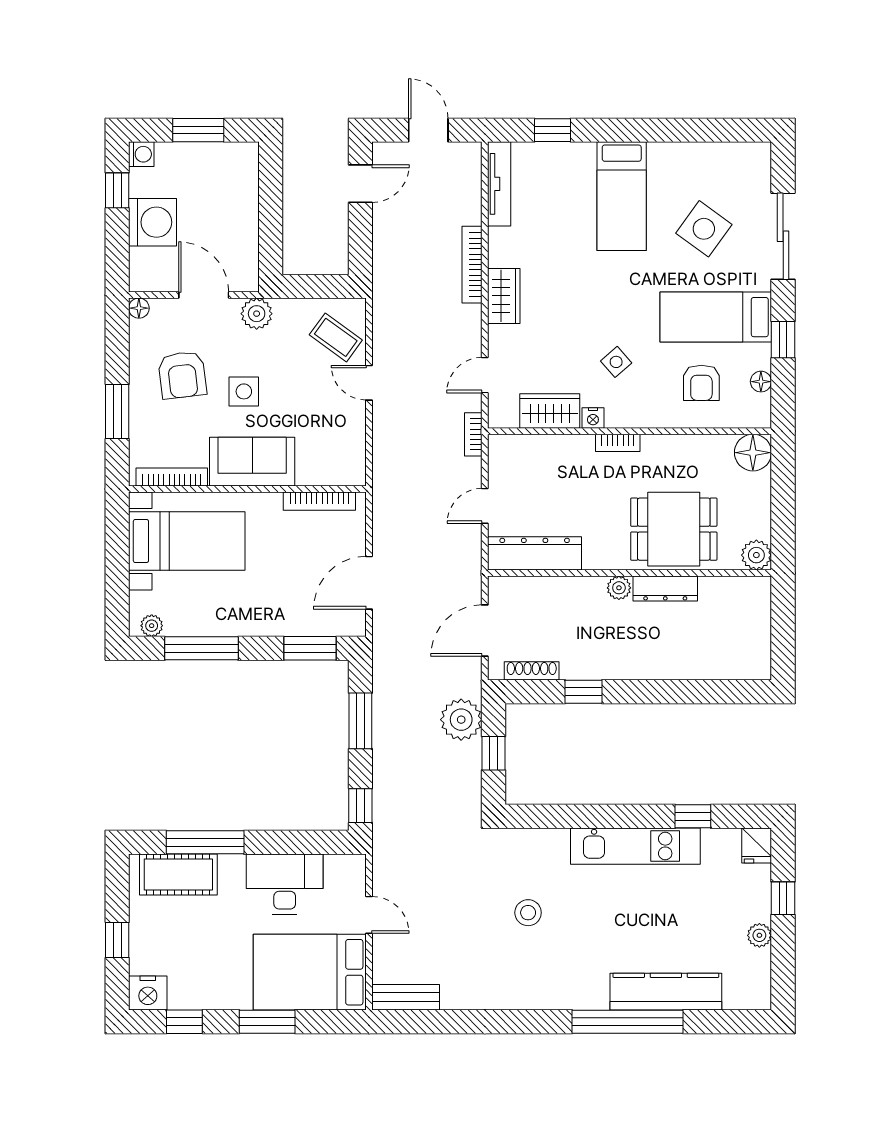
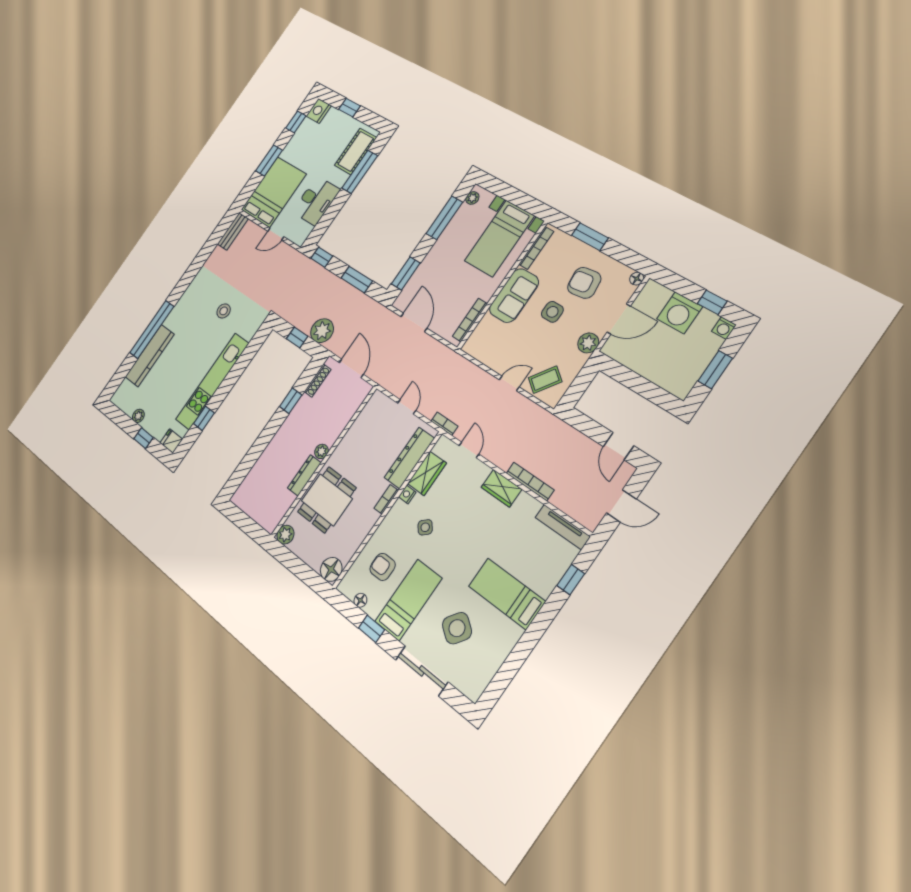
dresser: (535, 553) -> (409, 458), moved, turned 180
kitchen unit: (635, 846) -> (212, 381), width x1.36

